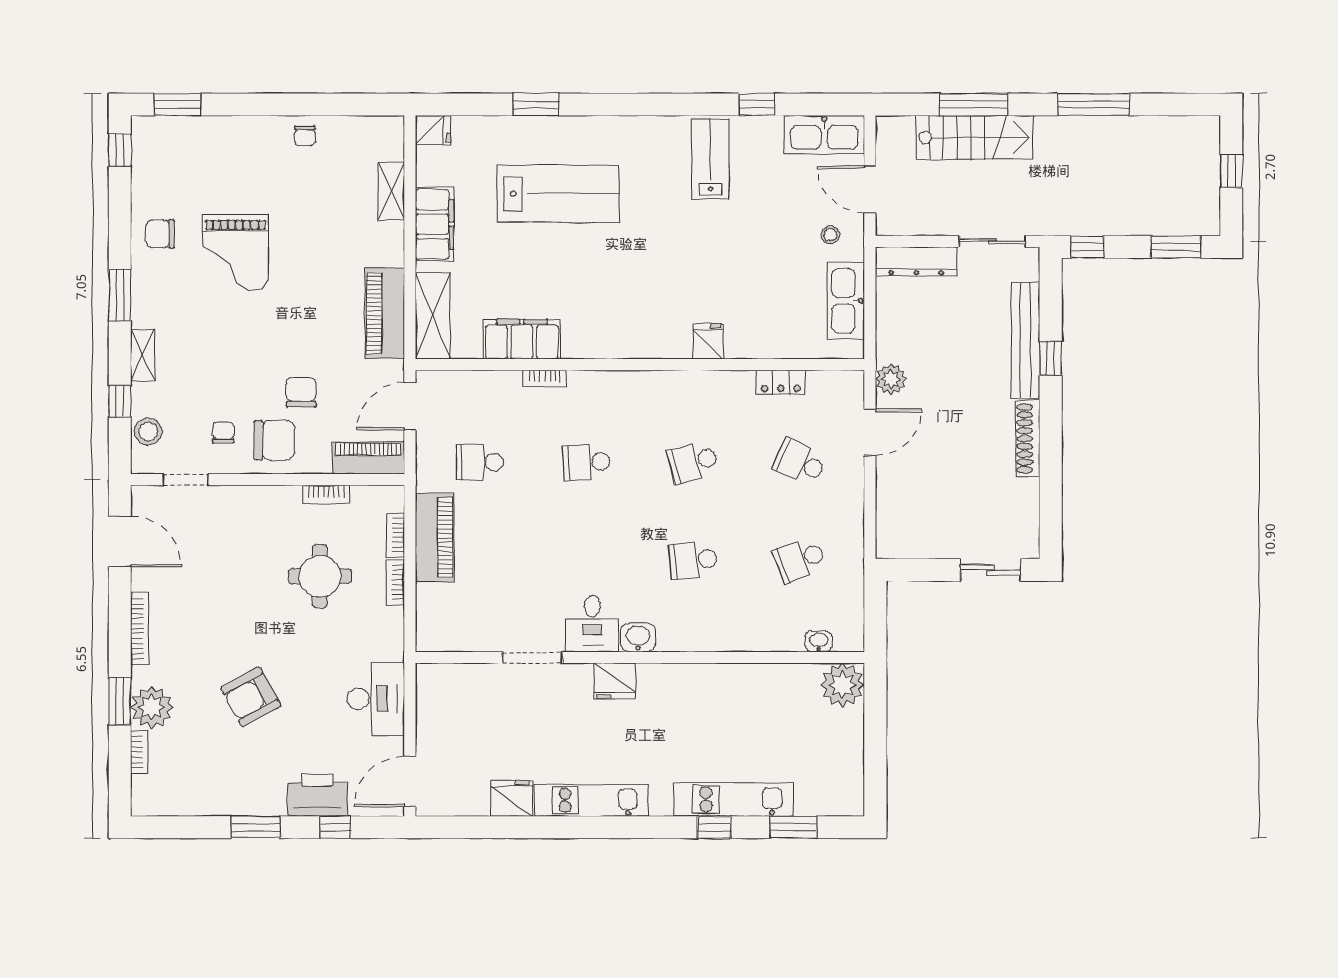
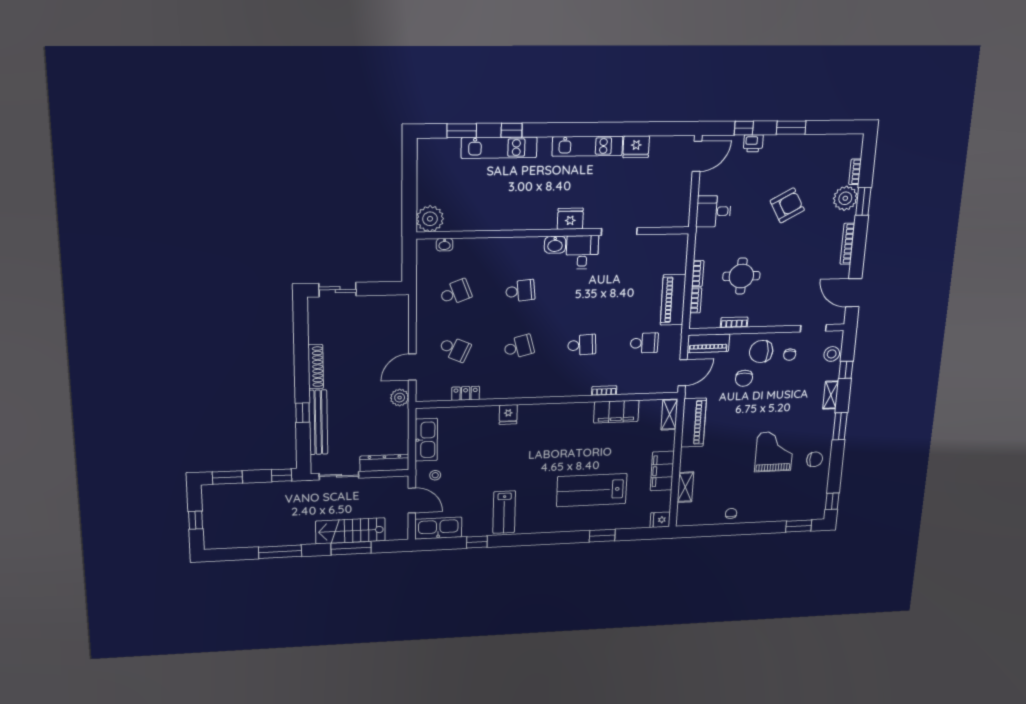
shelving: (433, 316) -> (669, 414), width x0.67, depth x0.75
desk: (376, 699) -> (714, 211), width x0.73
printer: (317, 795) -> (753, 143), width x0.53, depth x0.68

